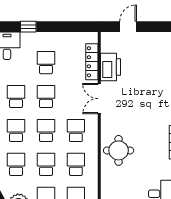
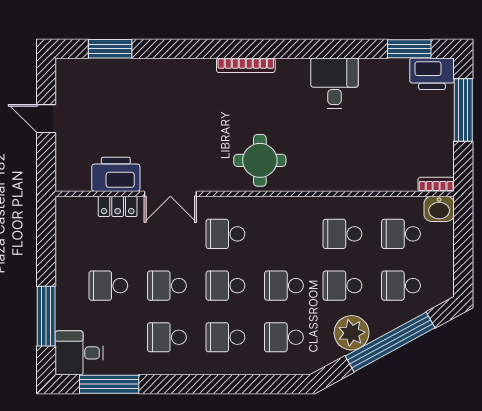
window: (28, 27) -> (46, 316), width x2.17
door: (128, 27) -> (46, 119), moved
locker: (92, 62) -> (118, 206), width x0.66
school desk: (76, 164) -> (284, 234), removed

